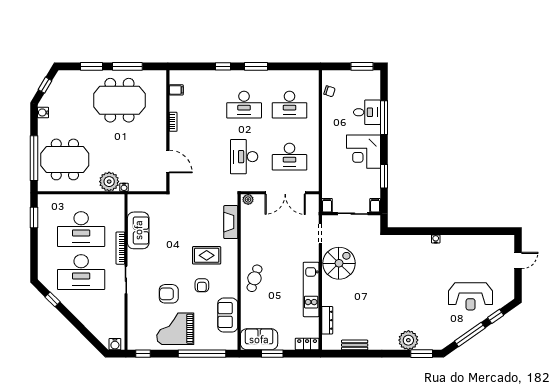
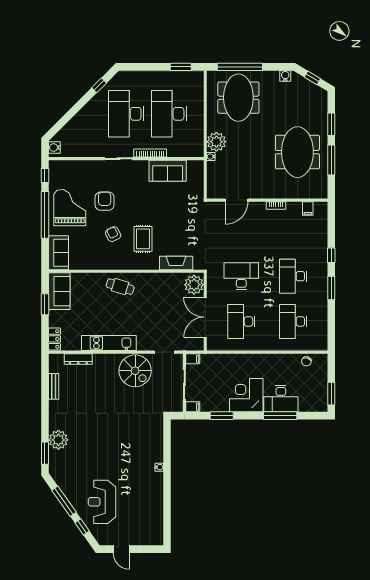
desk: (367, 112) -> (281, 399), width x1.37
plant: (248, 199) -> (194, 285), width x1.87, depth x1.87
door: (518, 261) -> (121, 549), moved
armchair: (202, 285) -> (113, 234), turned 63
sofa: (228, 315) -> (59, 253), moved, turned 90
window: (202, 354) -> (45, 215), moved

